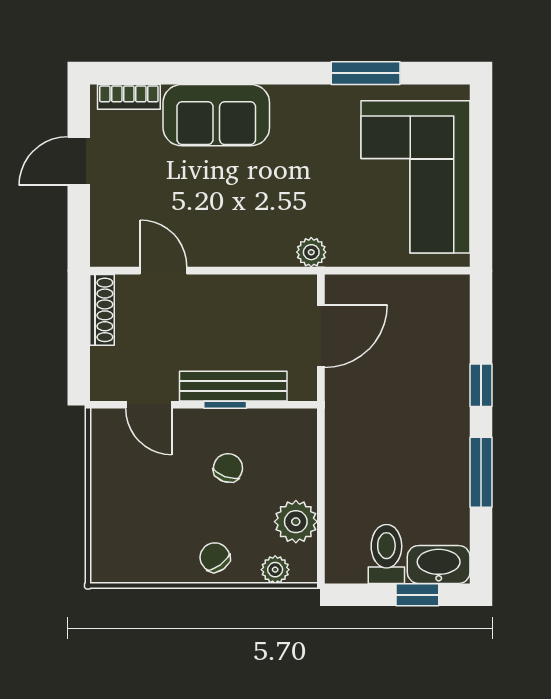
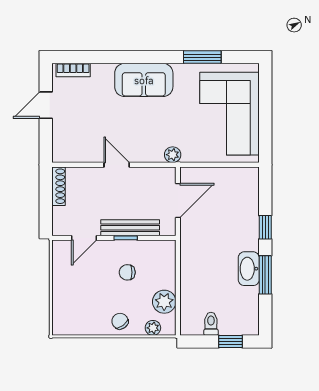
sofa: (216, 115) -> (144, 80), moved
door: (164, 271) -> (117, 165), moved
door: (149, 405) -> (84, 238), hinge flipped
chair: (228, 468) -> (127, 272), turned -110
toilet: (386, 554) -> (211, 324), width x0.73, depth x0.72
washbasin: (439, 564) -> (249, 269), moved, turned -90

